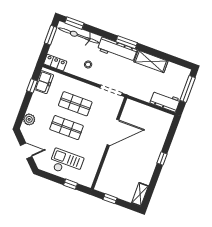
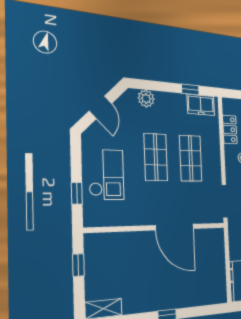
locker: (55, 63) -> (230, 130), moved

